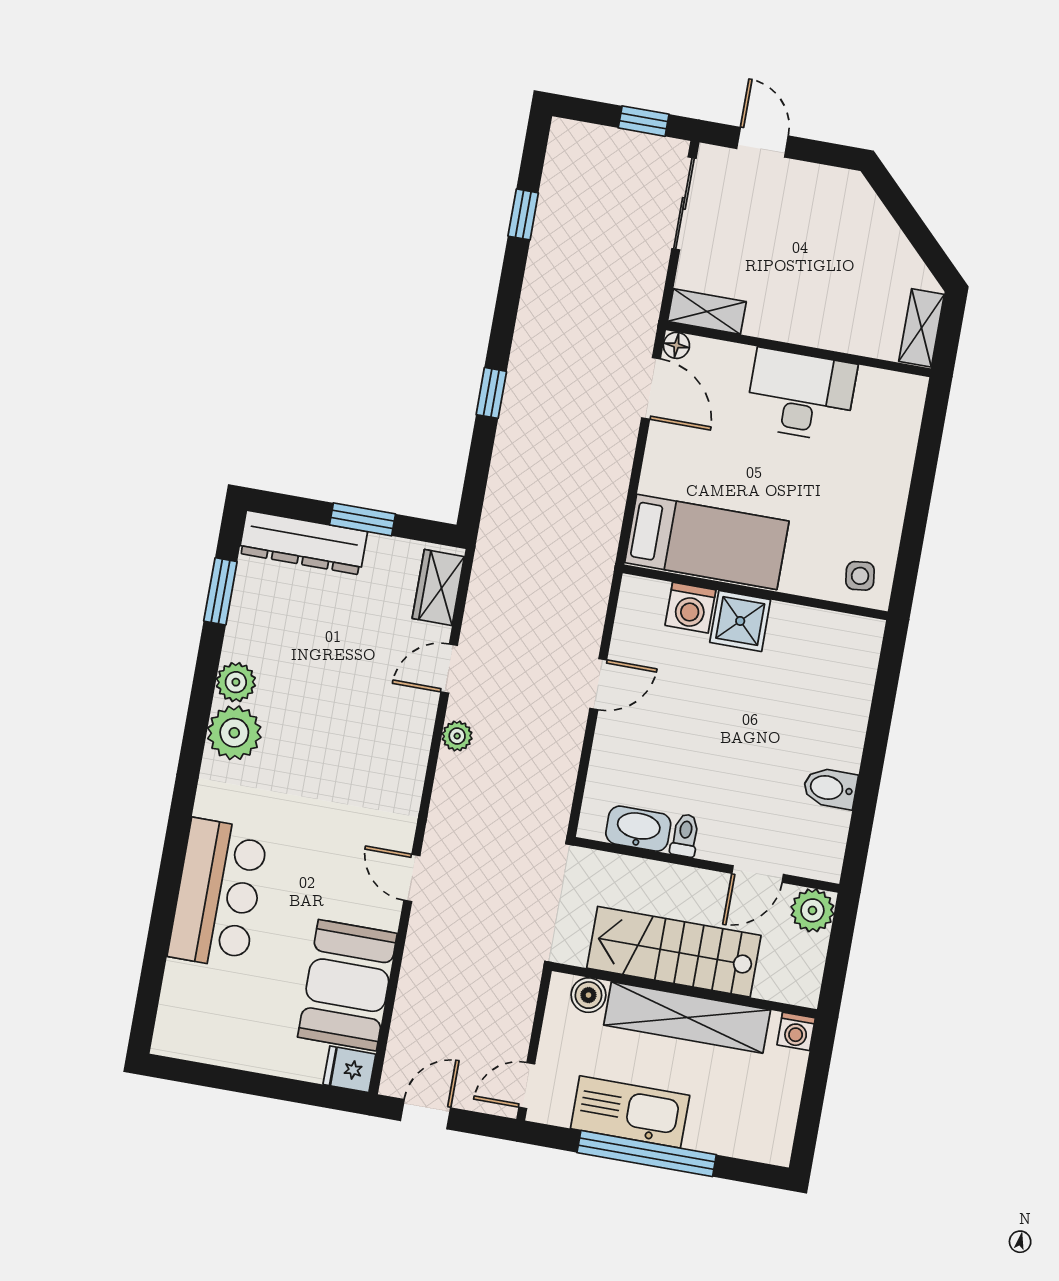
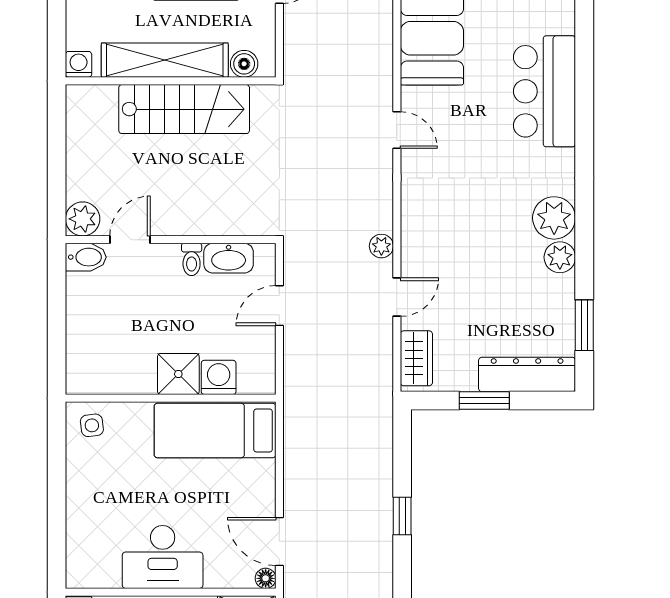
washbasin: (638, 829) -> (229, 258), moved
toilet: (685, 835) -> (192, 259), moved
wall: (707, 865) -> (171, 240), moved
door: (758, 874) -> (130, 240), moved
plant: (812, 910) -> (83, 219), moved

